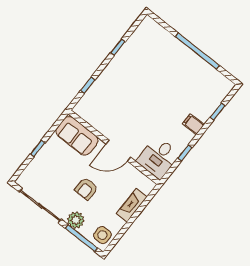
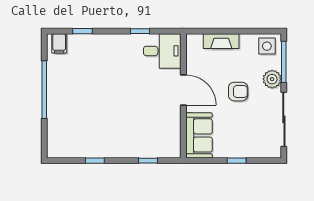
filing cabinet: (193, 124) -> (59, 43), moved

